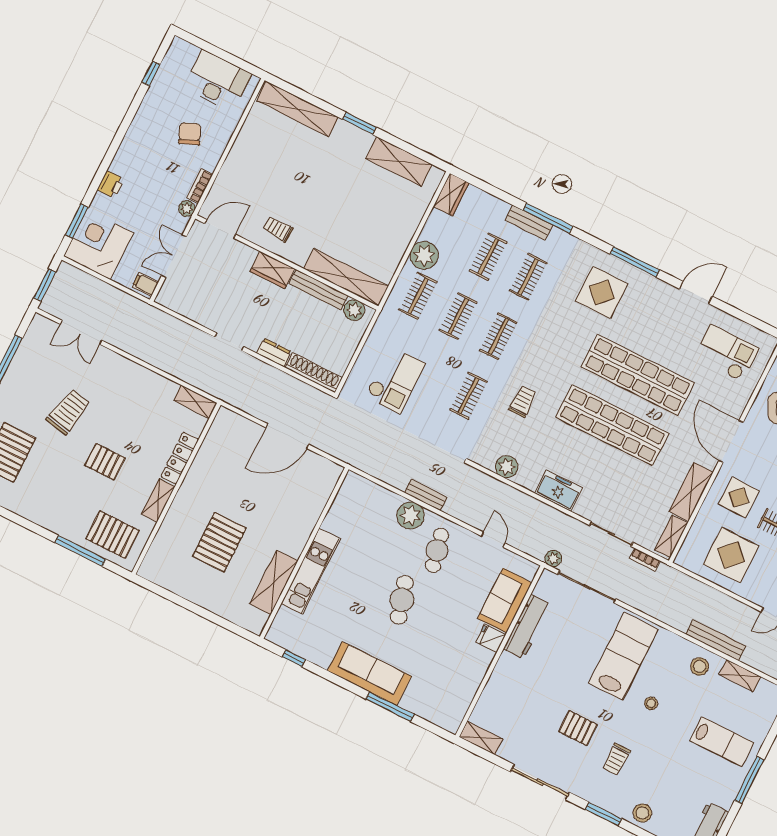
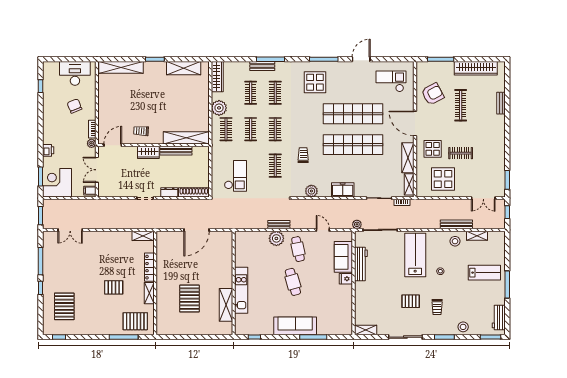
wardrobe: (451, 195) -> (217, 77), width x1.50
plant: (354, 310) -> (198, 152), removed
trolley: (68, 412) -> (83, 272), removed

